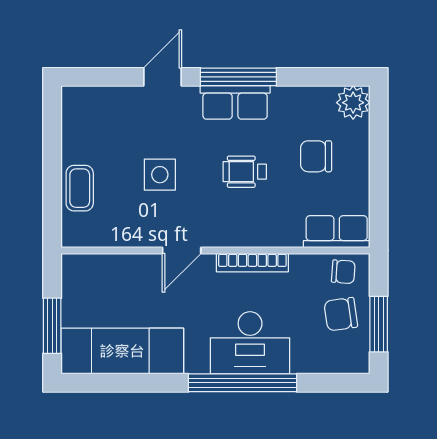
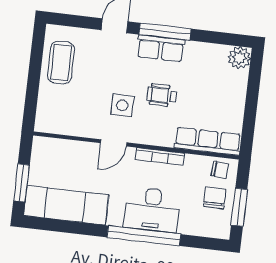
chair: (316, 156) -> (211, 91), removed
side table: (160, 175) -> (122, 105), moved
coffee table: (80, 188) -> (61, 63), moved, width x1.36, depth x1.30
row of seats: (337, 232) -> (208, 141), width x1.48
chair: (341, 314) -> (215, 198), turned 98

